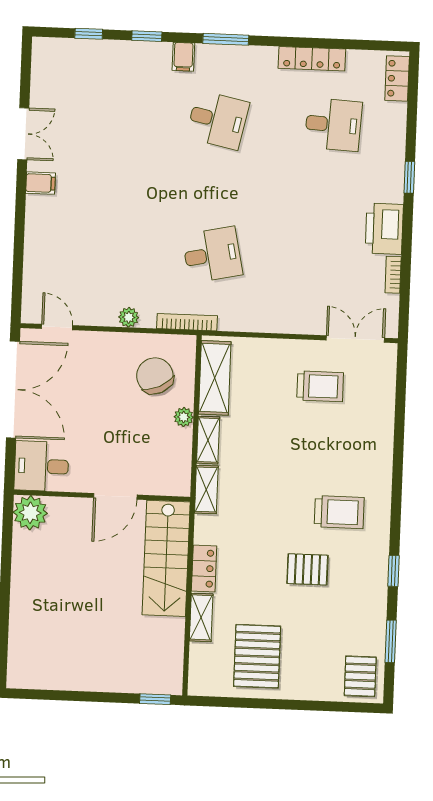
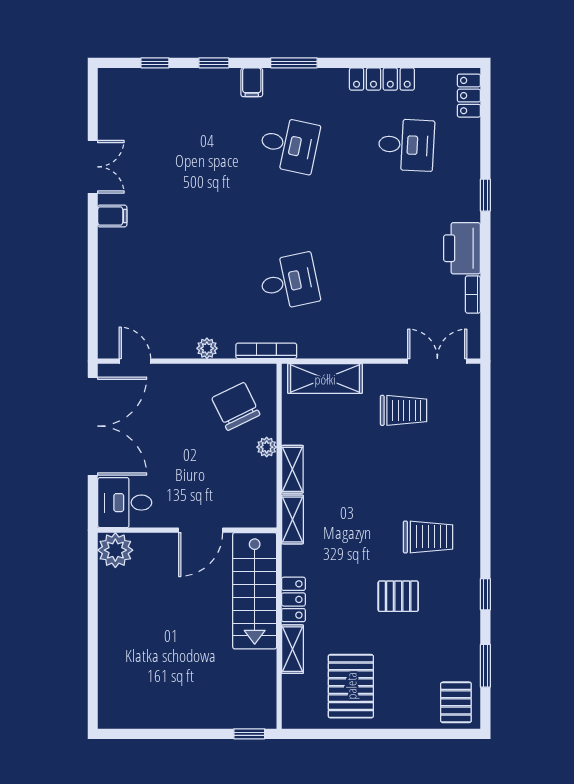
shelving: (215, 378) -> (325, 379), moved, turned 90

